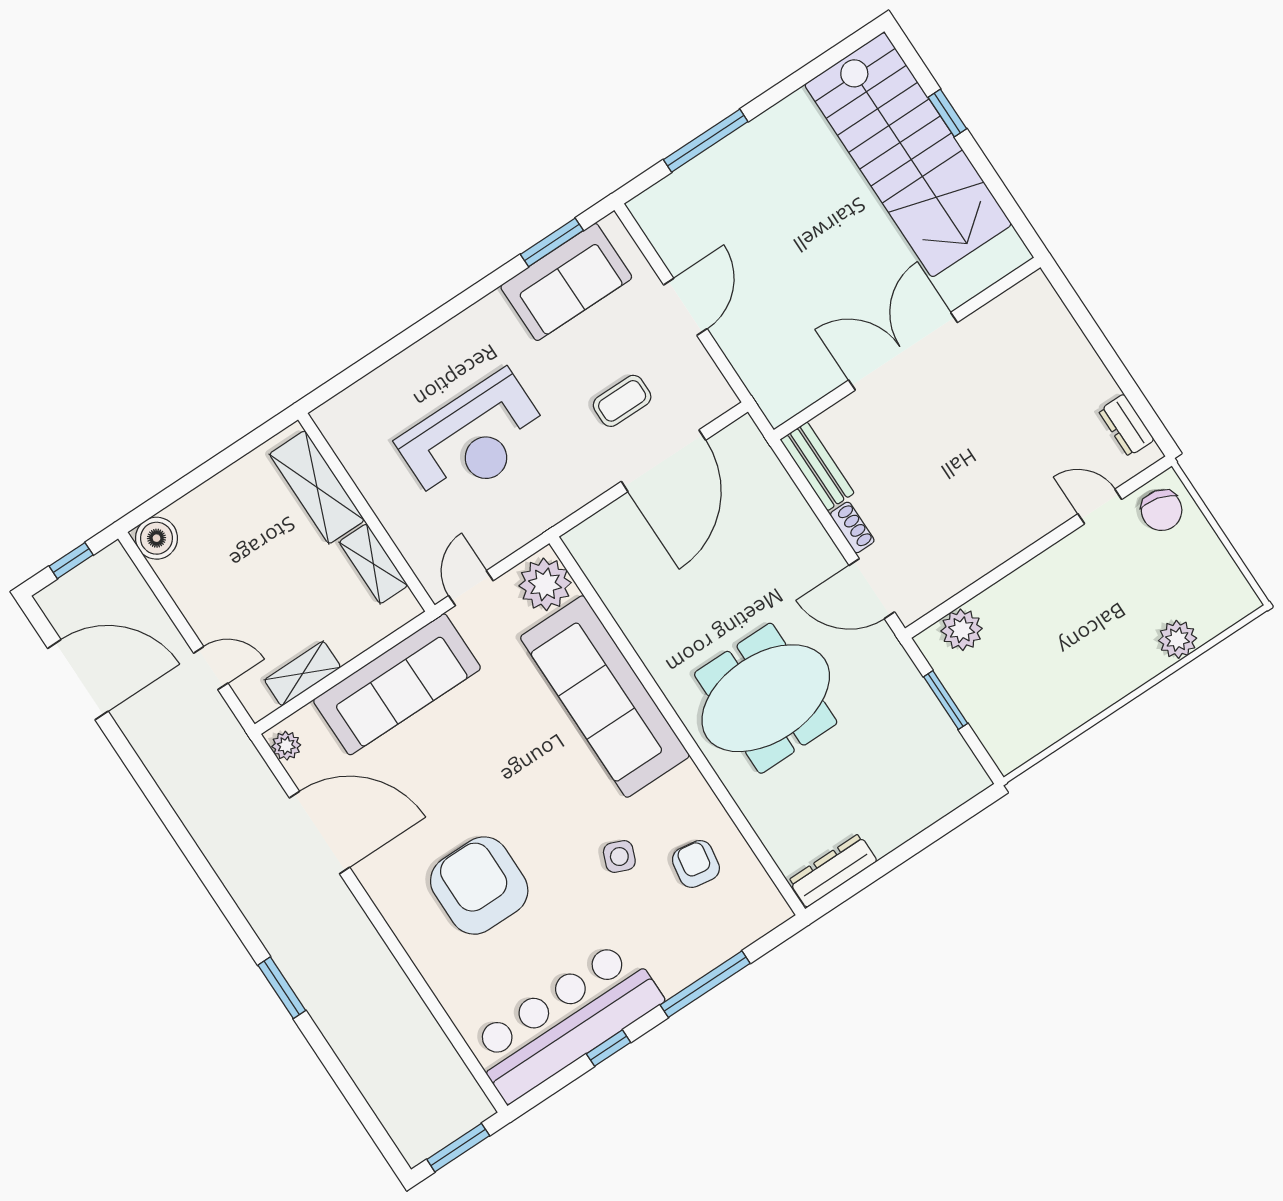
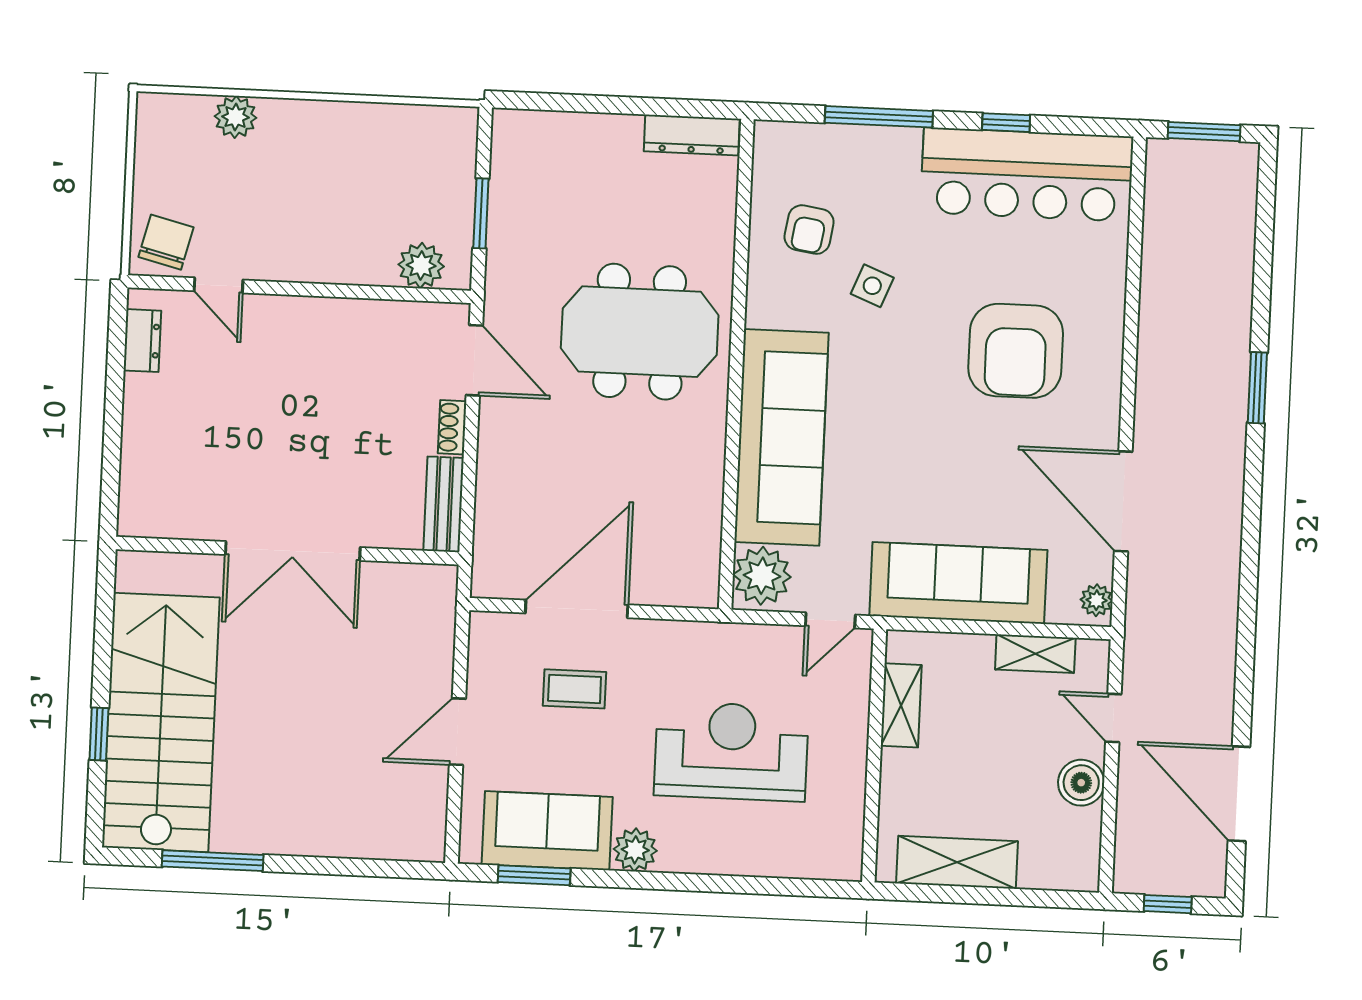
window: (706, 141) -> (213, 861), moved
plant: (491, 315) -> (635, 850), added
shelving: (317, 487) -> (957, 862), moved, turned 90
boiler: (157, 538) -> (1081, 783), moved

